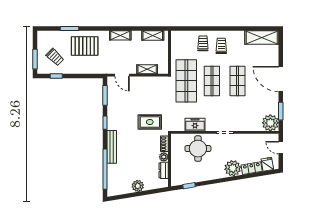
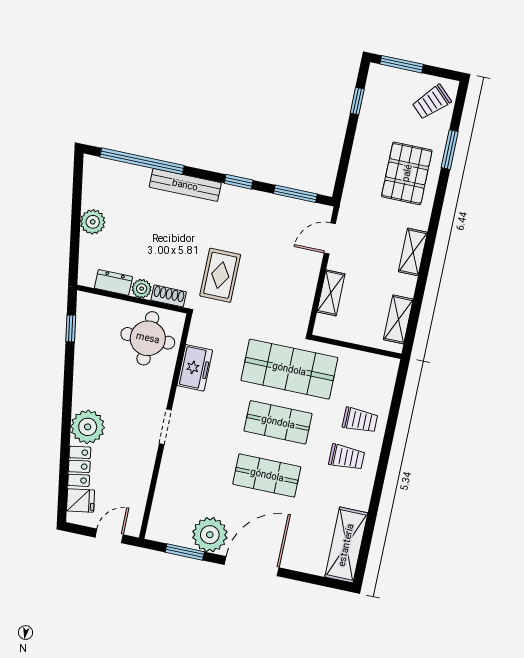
trolley: (55, 57) -> (432, 102), moved
plant: (270, 123) -> (210, 535), moved
round table: (198, 149) -> (148, 338), moved

